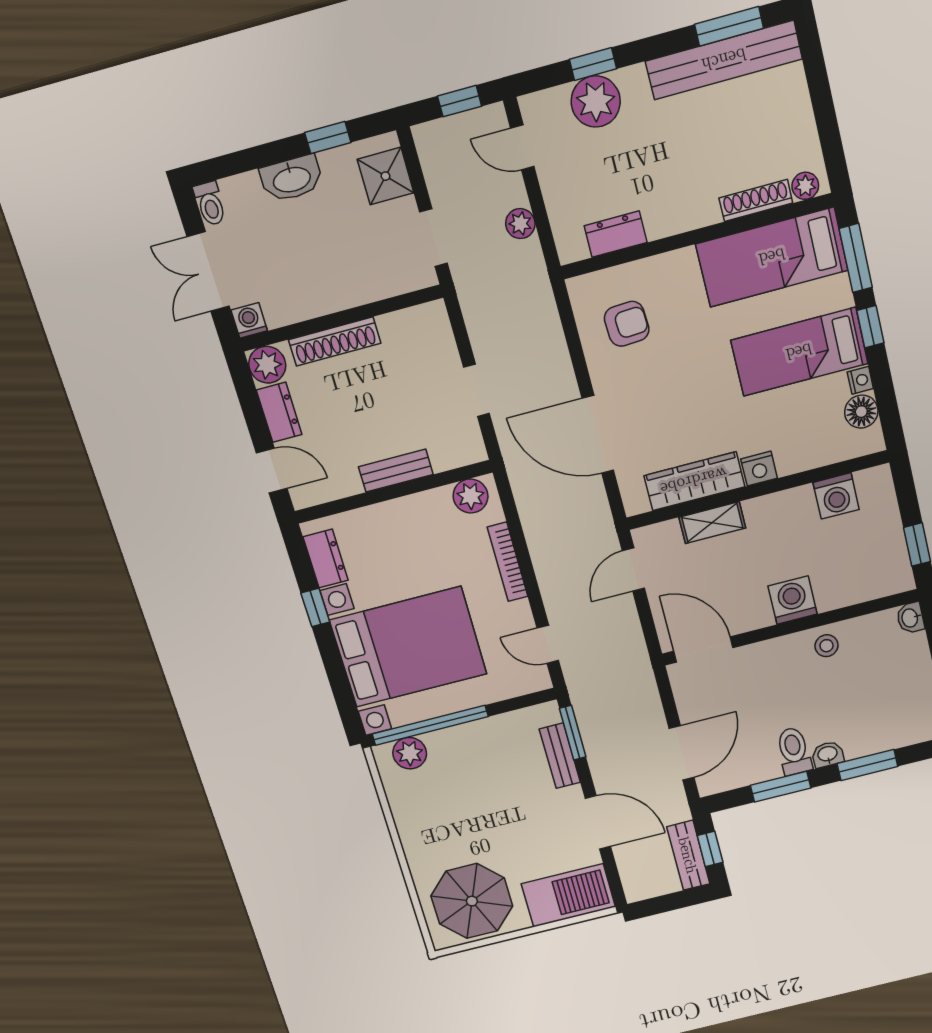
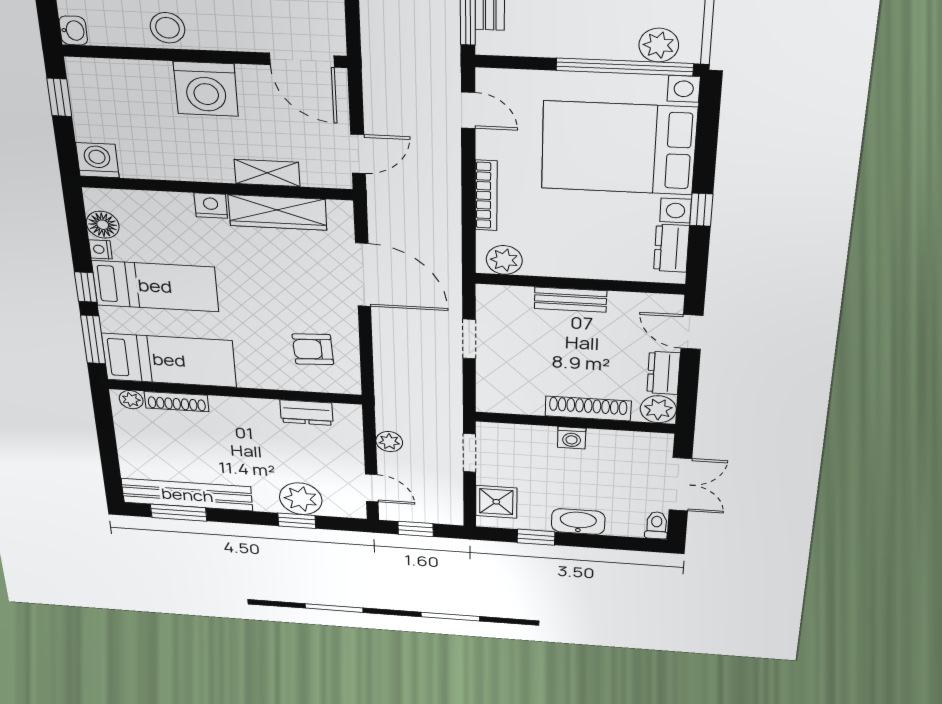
washing machine: (249, 320) -> (572, 438), moved
washing machine: (836, 496) -> (97, 160), moved
washing machine: (793, 600) -> (206, 89), width x1.37, depth x1.37
stool: (827, 646) -> (167, 28), width x1.37, depth x1.37

